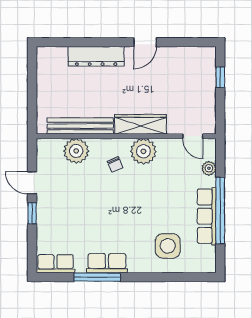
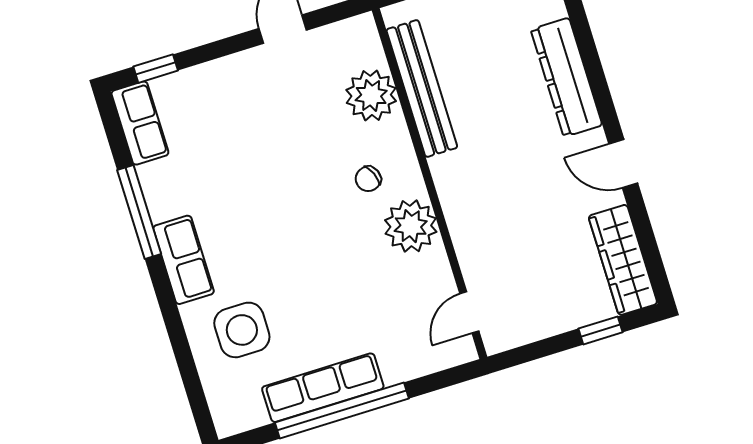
wardrobe: (140, 124) -> (623, 260), moved, turned 180
plant: (209, 168) -> (417, 363), removed
window: (32, 213) -> (156, 69), moved
row of seats: (107, 263) -> (183, 260), moved

